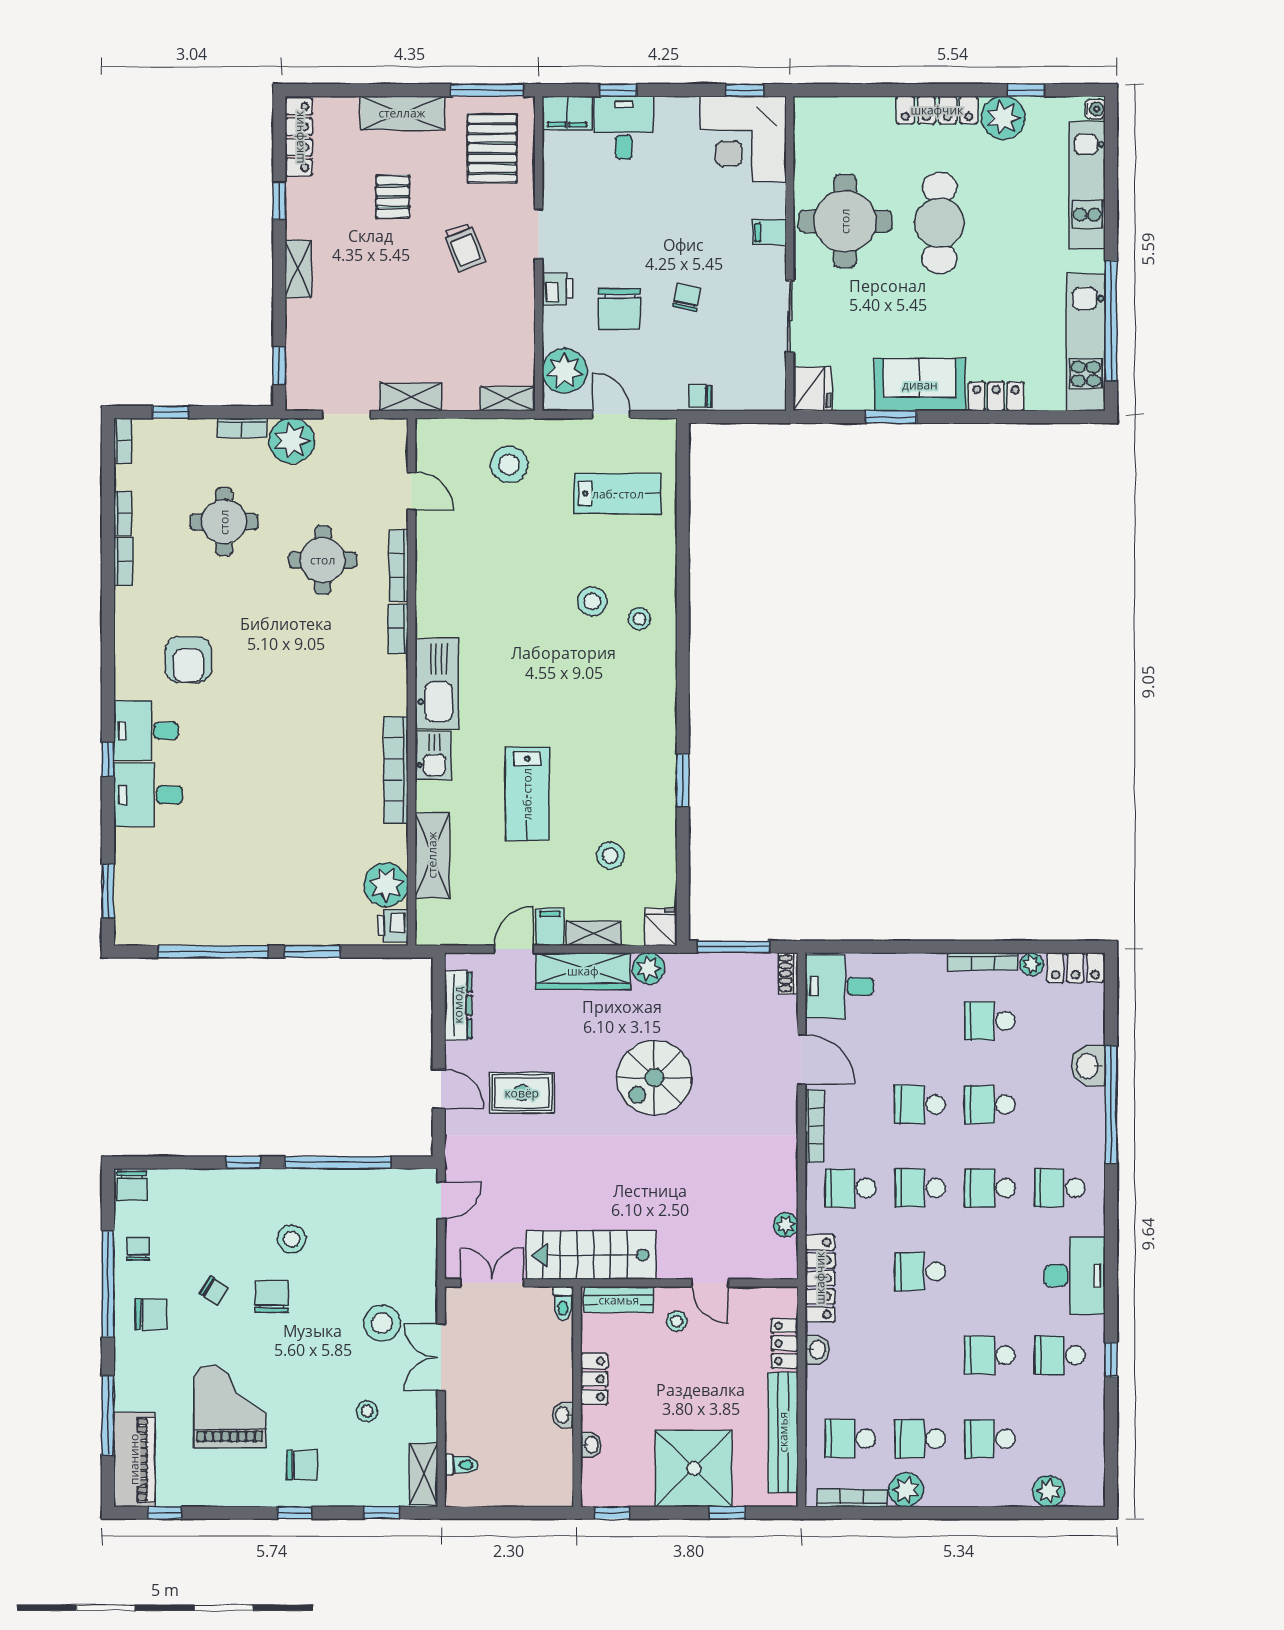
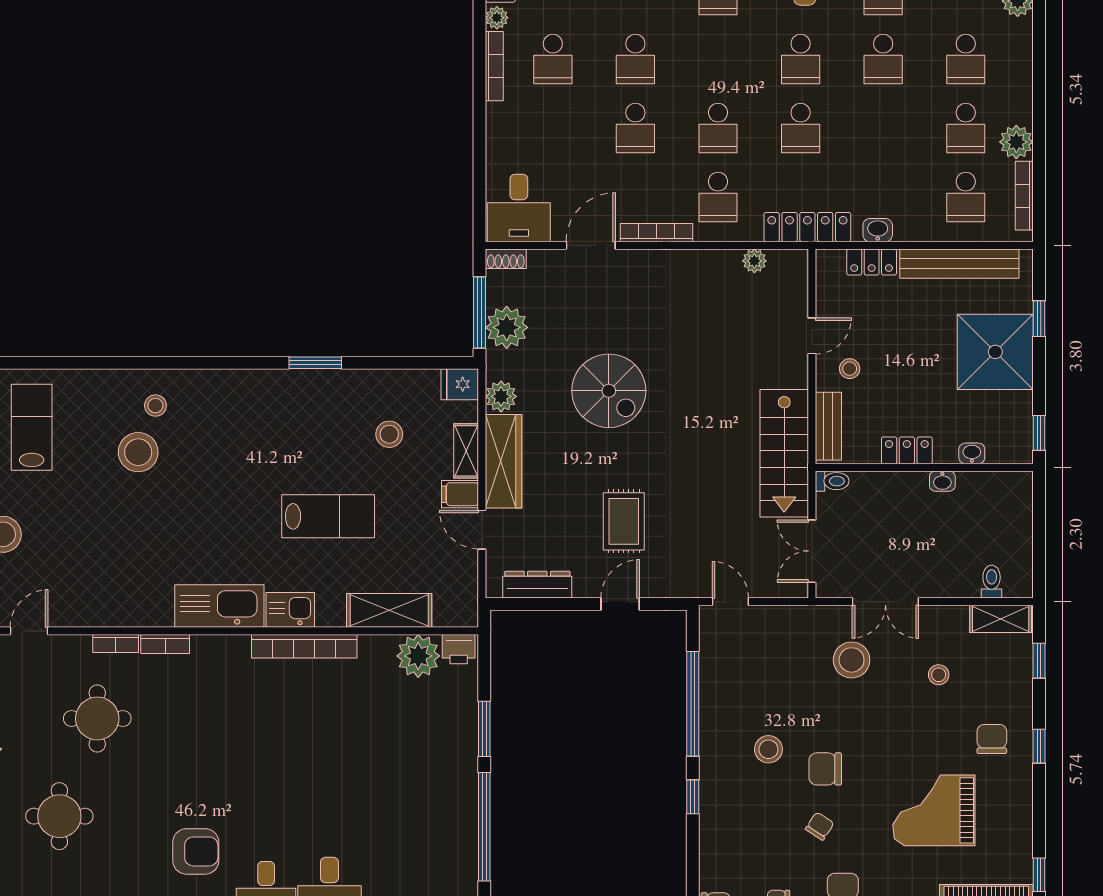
bookcase: (399, 566) -> (116, 643), width x0.64
stool: (592, 601) -> (138, 452), width x1.38, depth x1.38
plant: (718, 974) -> (507, 327), added
school desk: (990, 1188) -> (801, 59), moved

